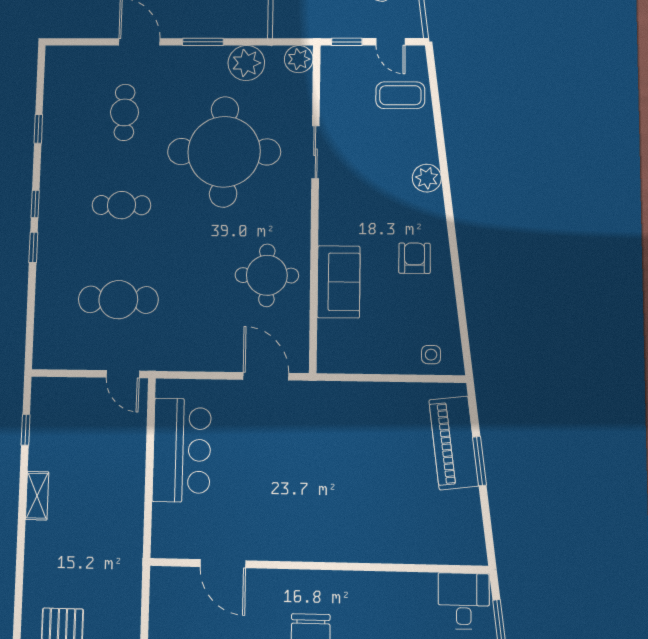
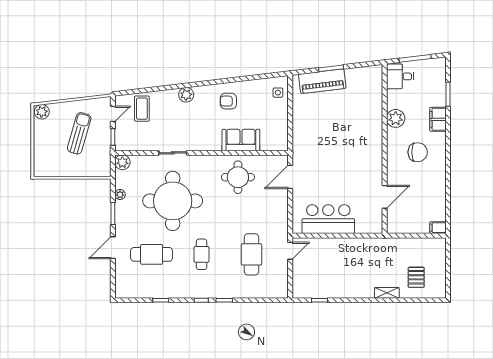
plant: (246, 63) -> (120, 195), width x0.53, depth x0.53
cafe table: (125, 112) -> (152, 254), width x1.37, depth x1.35
shelving: (37, 496) -> (387, 293), moved
plant: (379, 590) -> (396, 118), added

